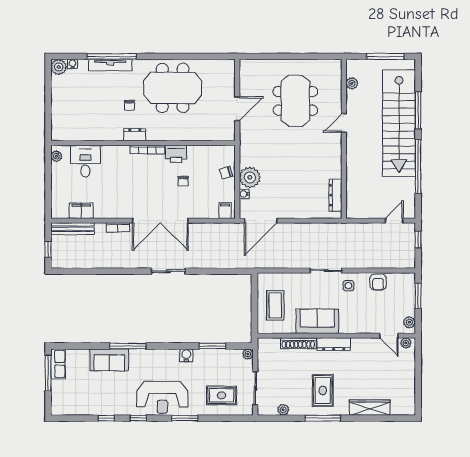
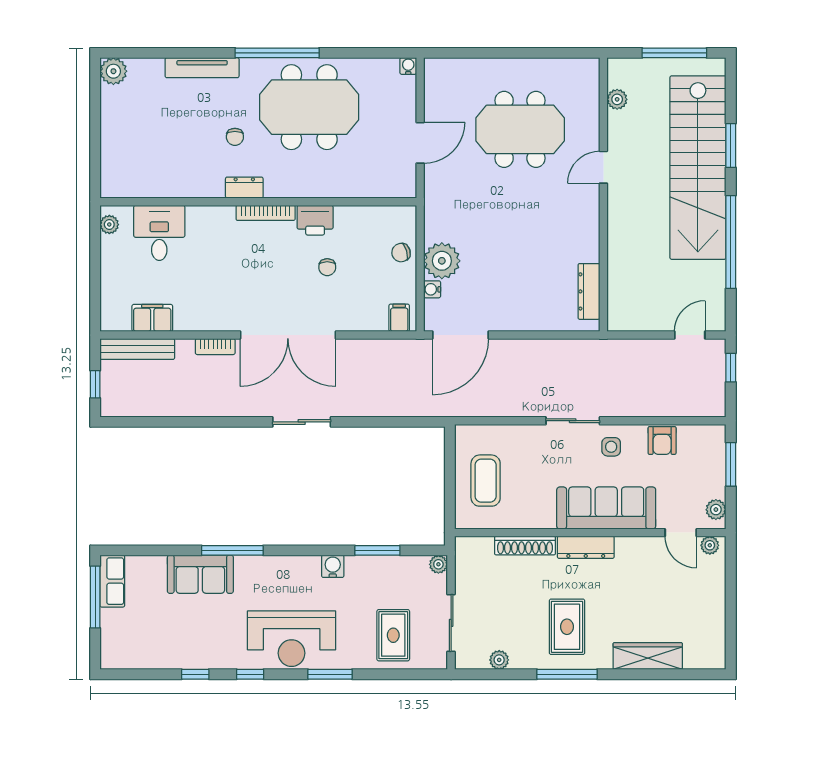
window: (112, 56) -> (277, 53), moved
water cooler: (72, 64) -> (408, 66), moved
meeting table: (295, 101) -> (520, 129), turned 90
window: (418, 110) -> (731, 146), width x0.69
sofa: (317, 321) -> (606, 508), moved, width x1.36
rug: (222, 395) -> (393, 635), turned 90

